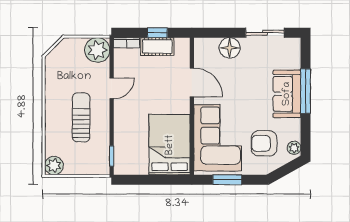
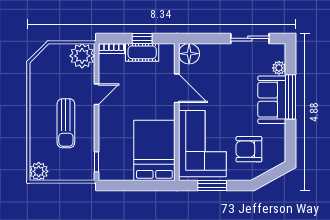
floor lamp: (230, 48) -> (189, 54), moved
sun lounger: (81, 117) -> (66, 123), turned 180
plant: (294, 148) -> (279, 68), moved

